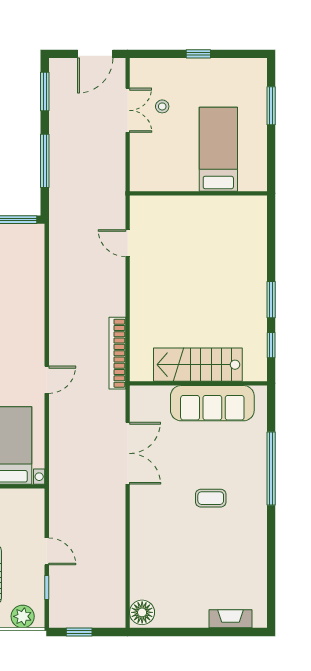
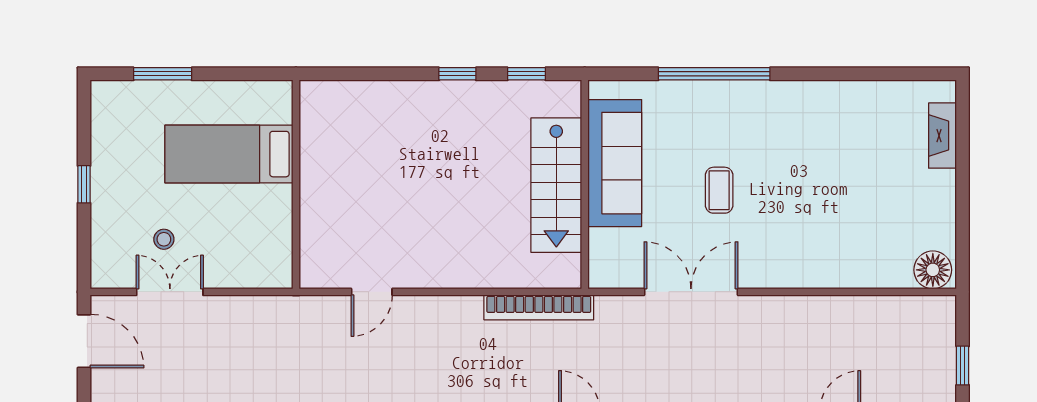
window: (271, 300) -> (457, 74), width x0.67
coffee table: (211, 498) -> (719, 190), moved

